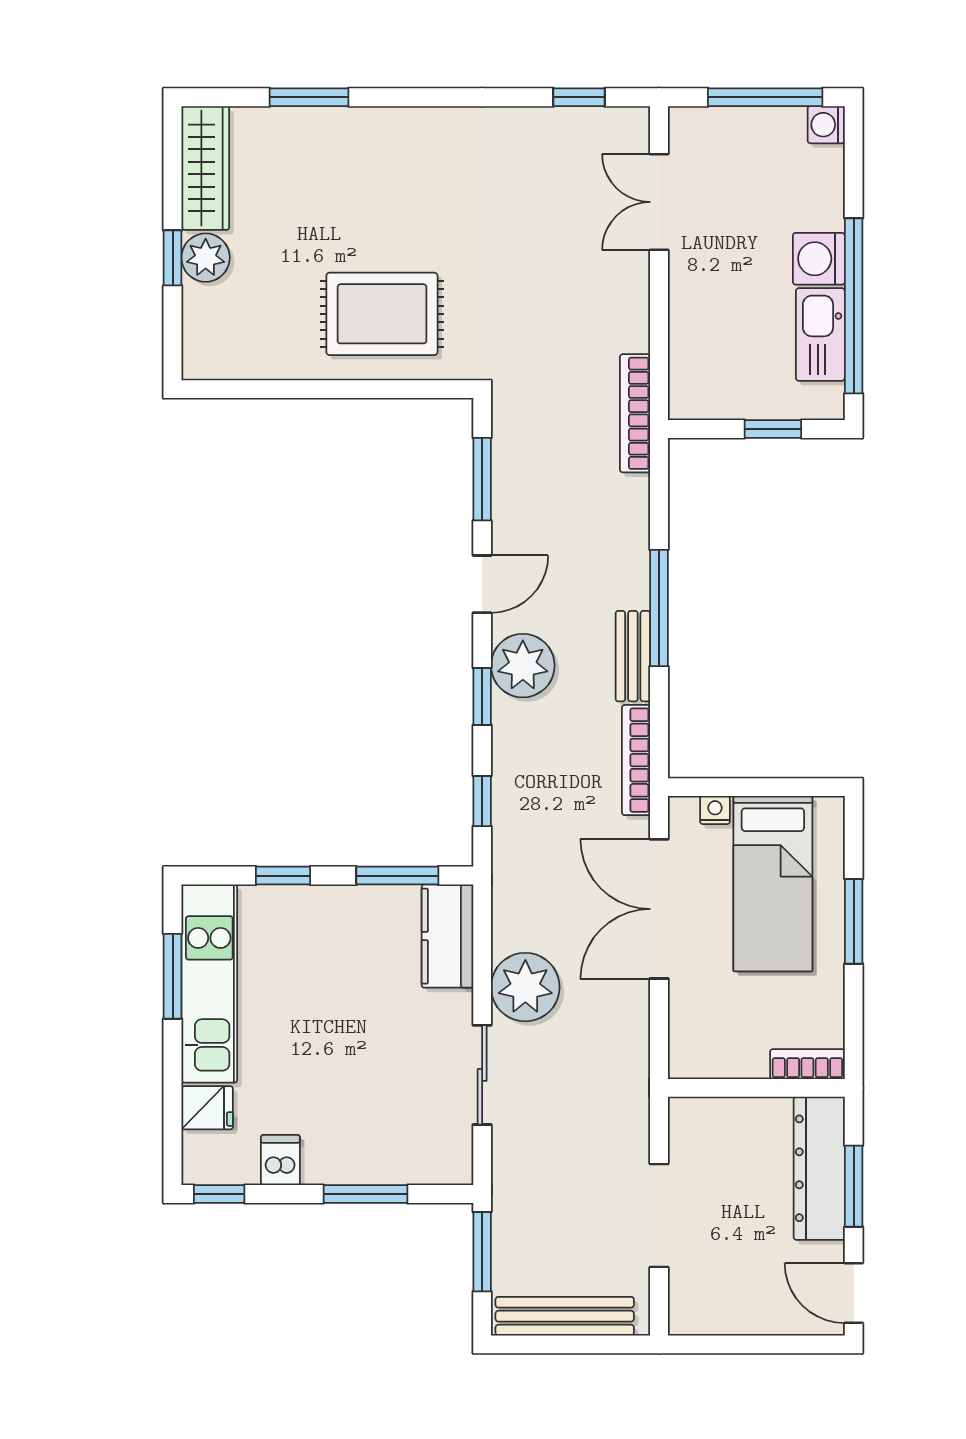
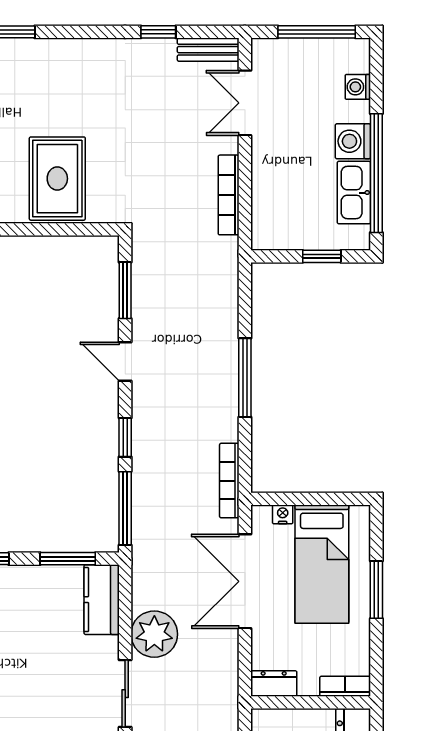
window: (579, 97) -> (158, 32), moved
washing machine: (826, 125) -> (358, 87), moved
rug: (382, 314) -> (57, 179), turned 90
bookcase: (635, 413) -> (229, 195), moved
door: (482, 584) -> (125, 361), swing flipped
bench: (633, 656) -> (208, 50), moved, turned 90
plant: (523, 666) -> (153, 417), removed
window: (482, 801) -> (125, 508), width x2.17
dresser: (702, 1060) -> (274, 683), added

